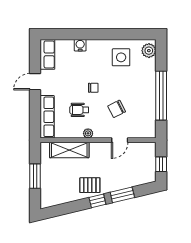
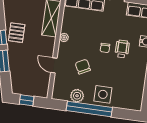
plant: (149, 51) -> (77, 96), moved
side table: (121, 57) -> (103, 94), moved
wheelchair: (79, 110) -> (122, 49), moved

